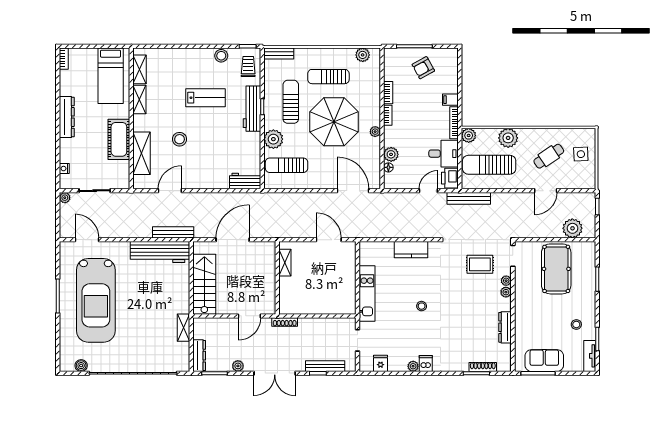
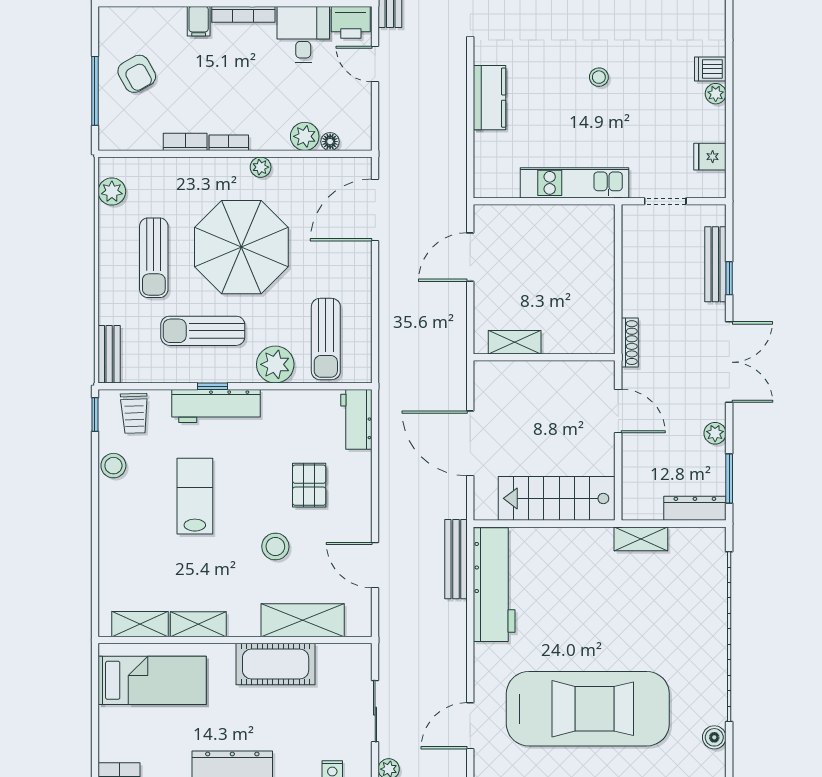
trolley: (248, 66) -> (134, 413), turned -92
pallet: (211, 157) -> (309, 485), added

